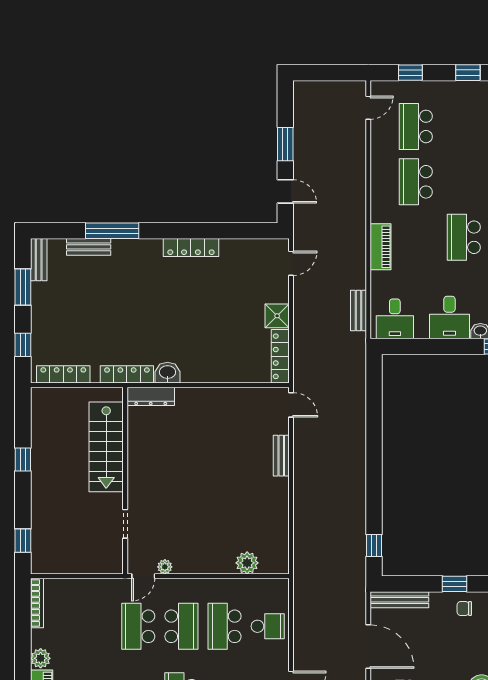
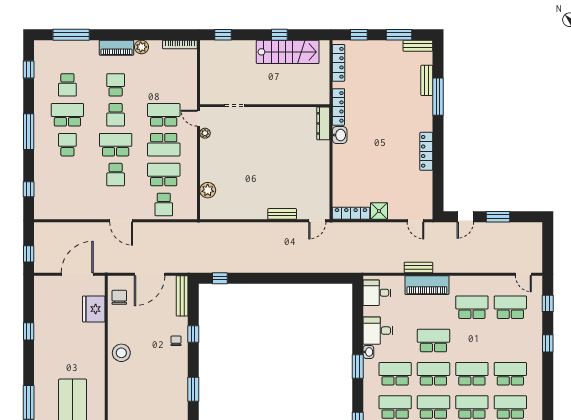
piano: (380, 247) -> (427, 285), width x1.37, depth x1.33
bench: (358, 310) -> (418, 267), moved
stairs: (106, 447) -> (288, 52), moved, turned 180

